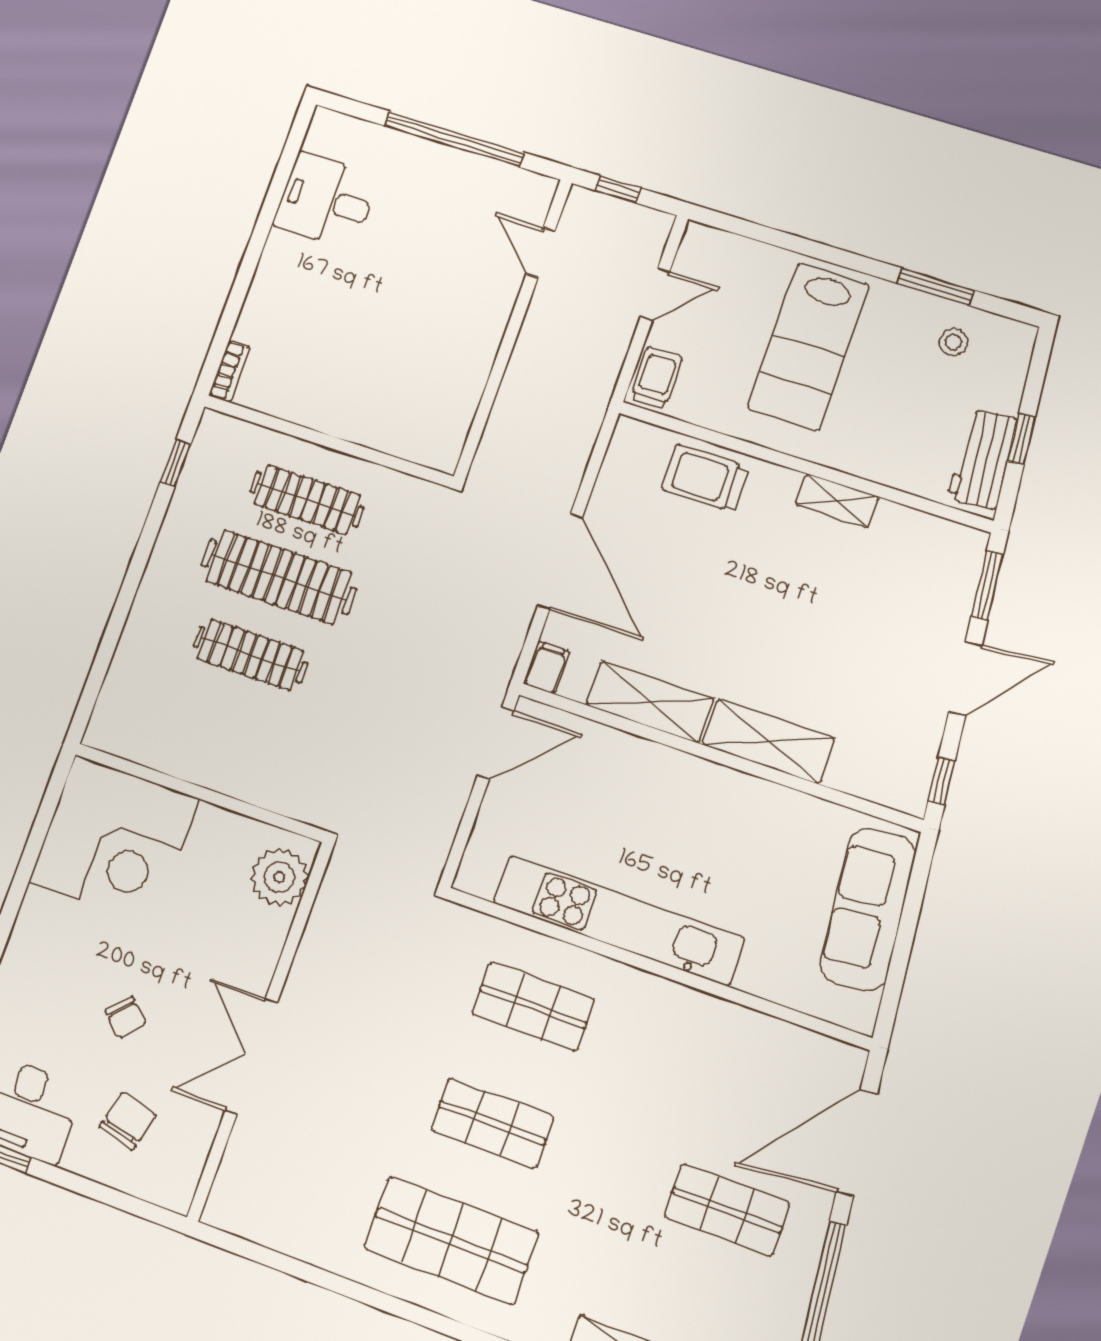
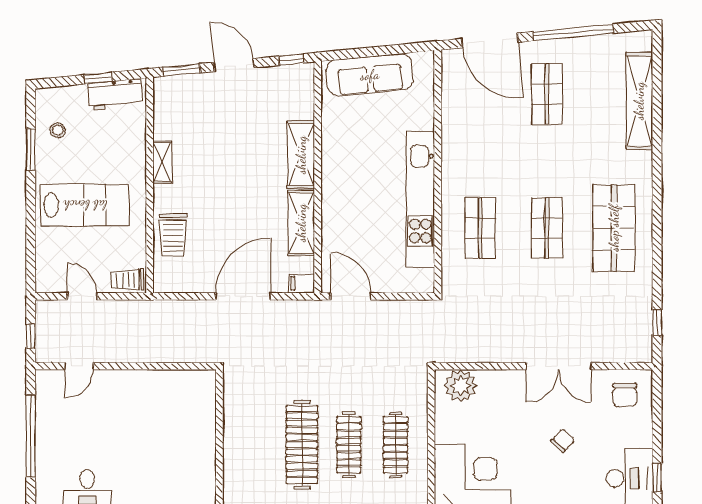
clothes rail: (307, 500) -> (396, 445), moved
chair: (128, 1121) -> (625, 395), moved, turned -105
window: (263, 1255) -> (657, 323), added

